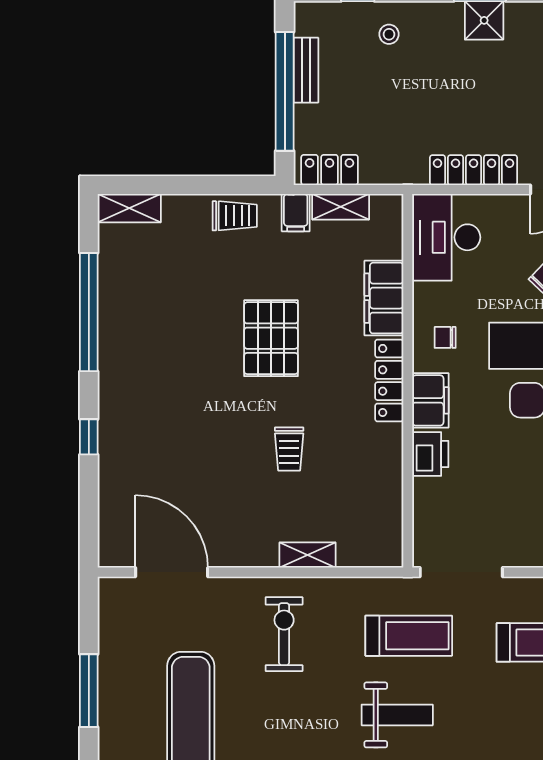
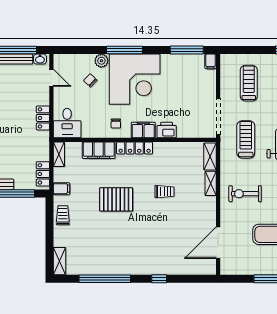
locker: (474, 170) -> (43, 118), width x0.66
shelving: (341, 207) -> (59, 154), moved
desk: (446, 237) -> (67, 123), width x0.73
shelving: (369, 554) -> (210, 157), added

